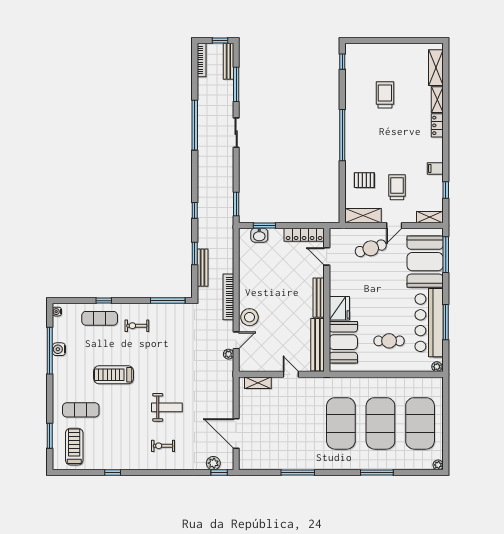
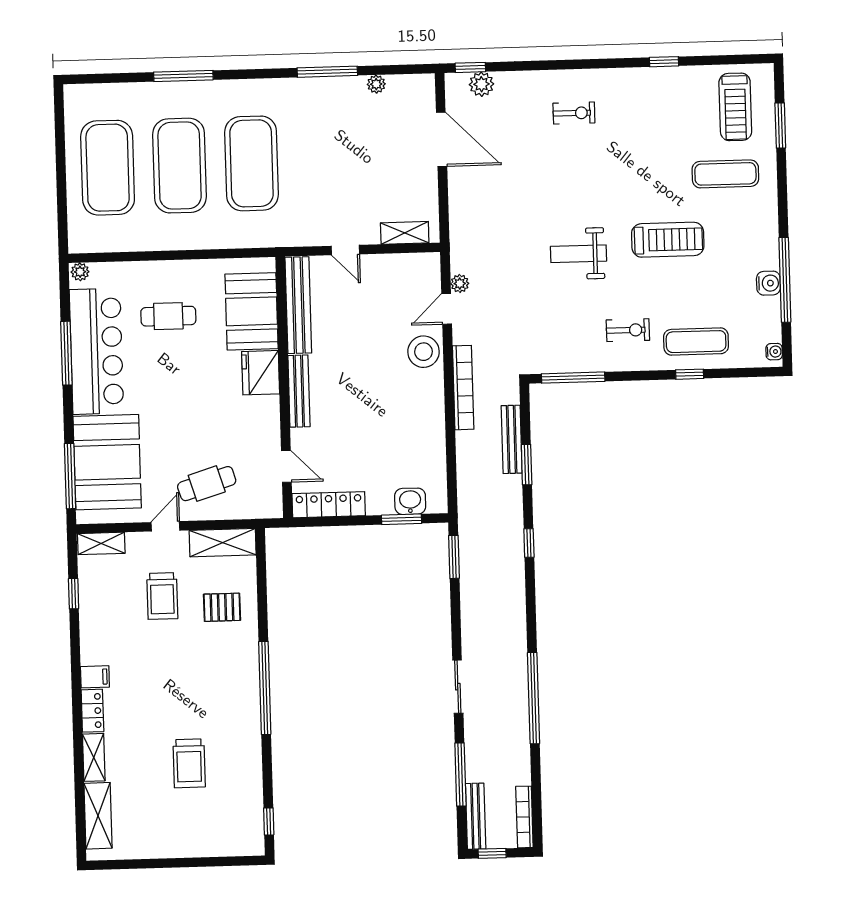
filing cabinet: (435, 168) -> (95, 677), moved
weight bench: (167, 407) -> (578, 254), moved
plant: (438, 465) -> (376, 84), moved

